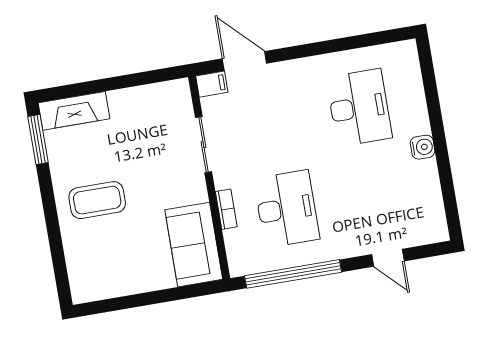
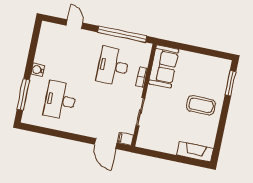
window: (431, 92) -> (23, 94), added
window: (38, 139) -> (230, 83), moved

